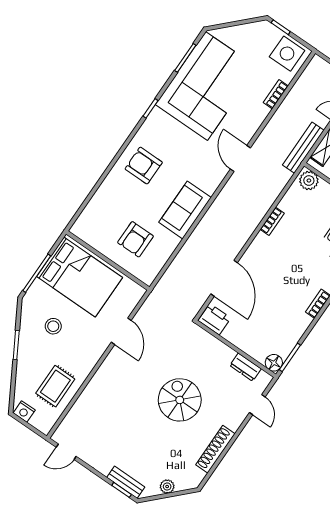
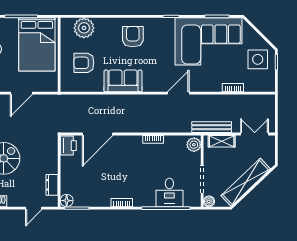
side table: (287, 54) -> (258, 59), moved
plant: (97, 213) -> (84, 28), added

